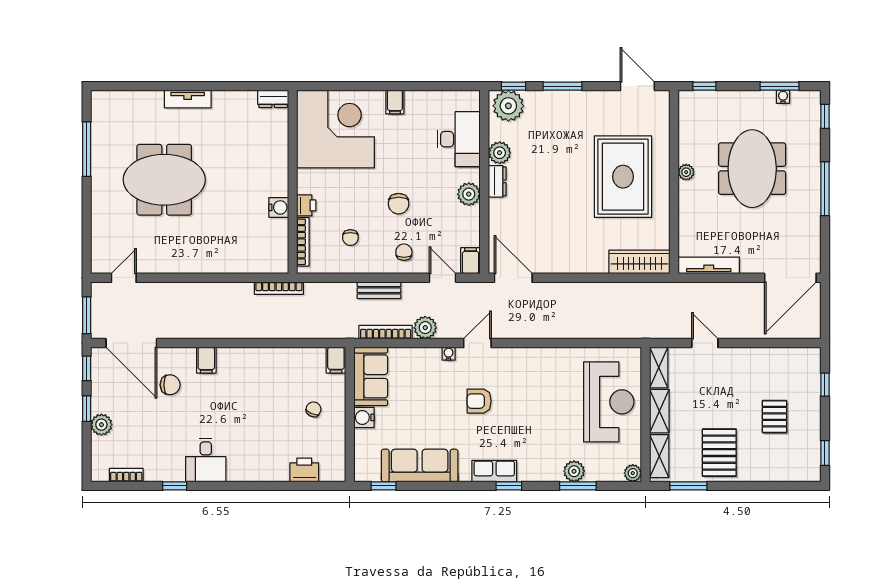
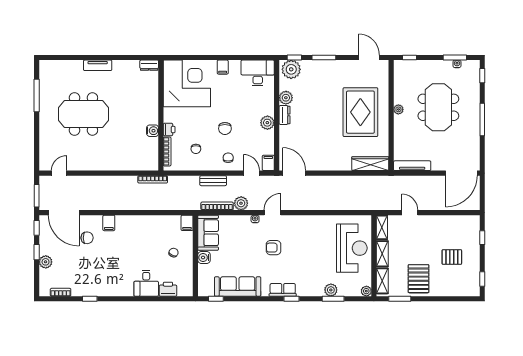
desk: (459, 139) -> (258, 73), moved, turned -90
pallet: (774, 417) -> (452, 257), turned 90
desk: (206, 460) -> (146, 283), moved

